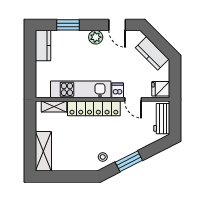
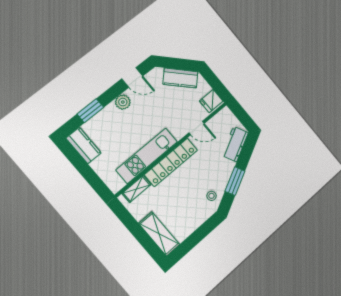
dishwasher: (118, 90) -> (178, 131), removed
workbench: (162, 119) -> (235, 144), moved, turned 63

